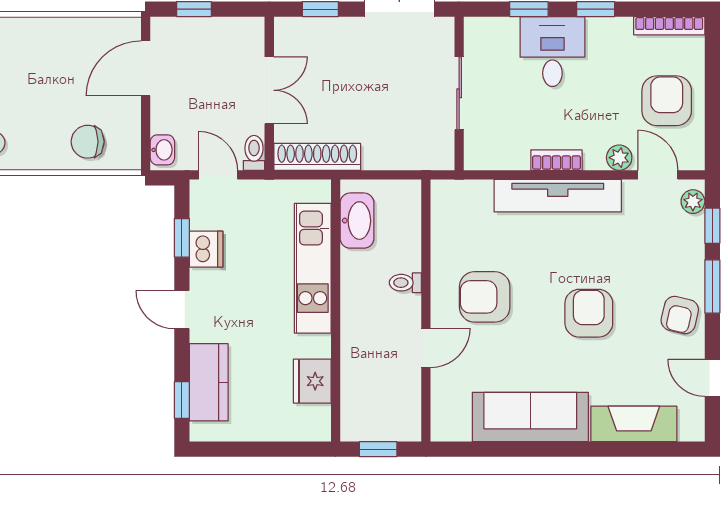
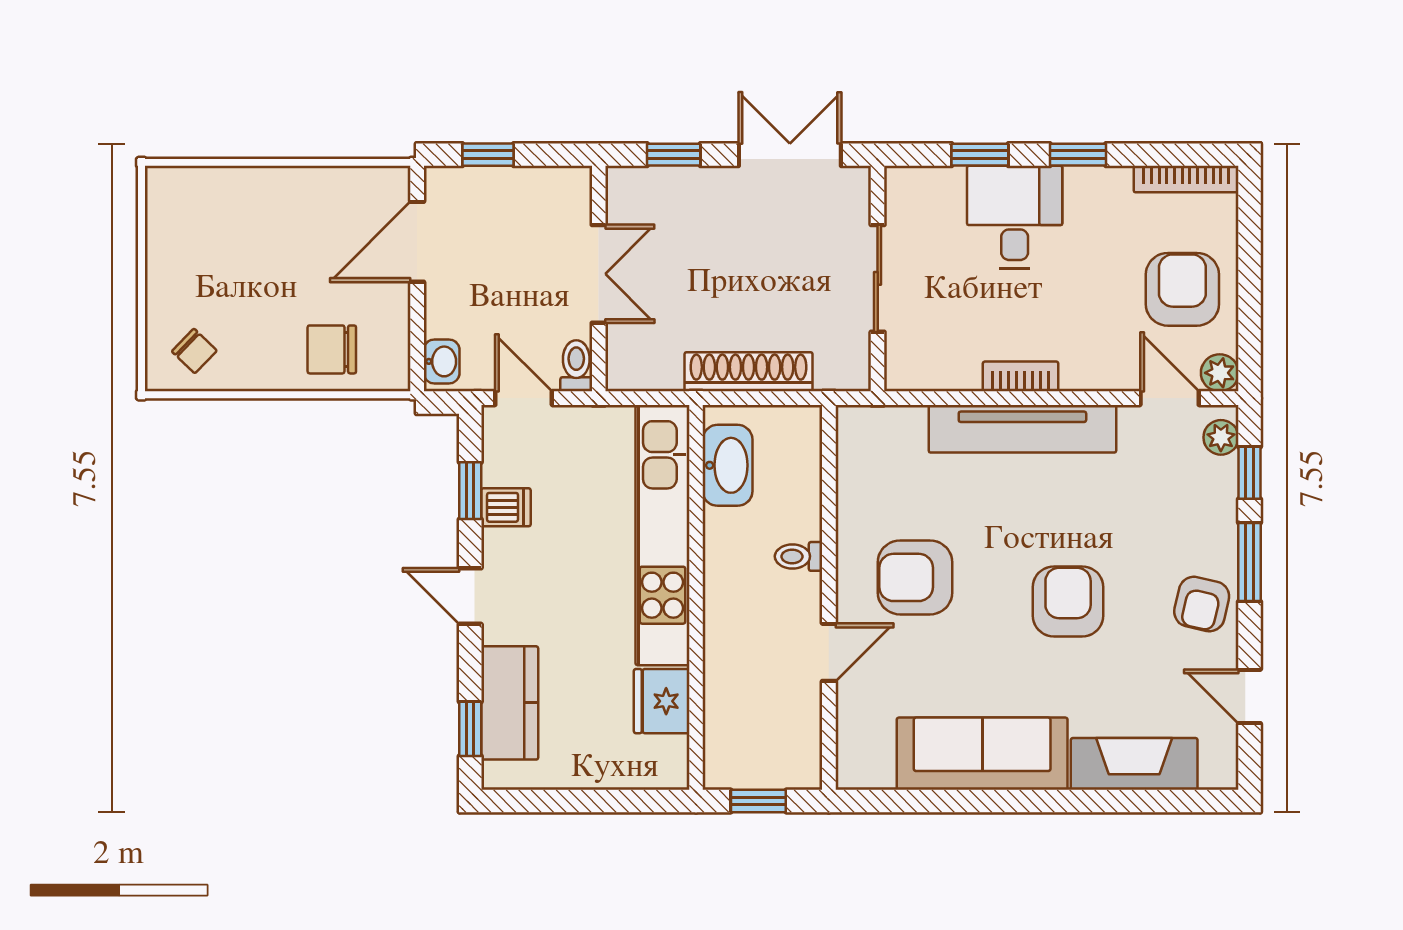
shoe rack: (317, 157) -> (749, 372), moved
plant: (619, 158) -> (1220, 373), moved
dishwasher: (206, 249) -> (506, 507), width x0.73
kitchen unit: (313, 268) -> (663, 535), width x1.36

